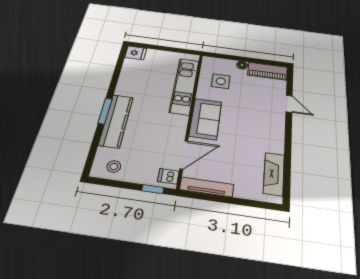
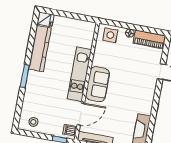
side table: (221, 81) -> (110, 35), moved
kitchen unit: (184, 86) -> (79, 74), moved
kitchen counter: (116, 121) -> (40, 49), moved

